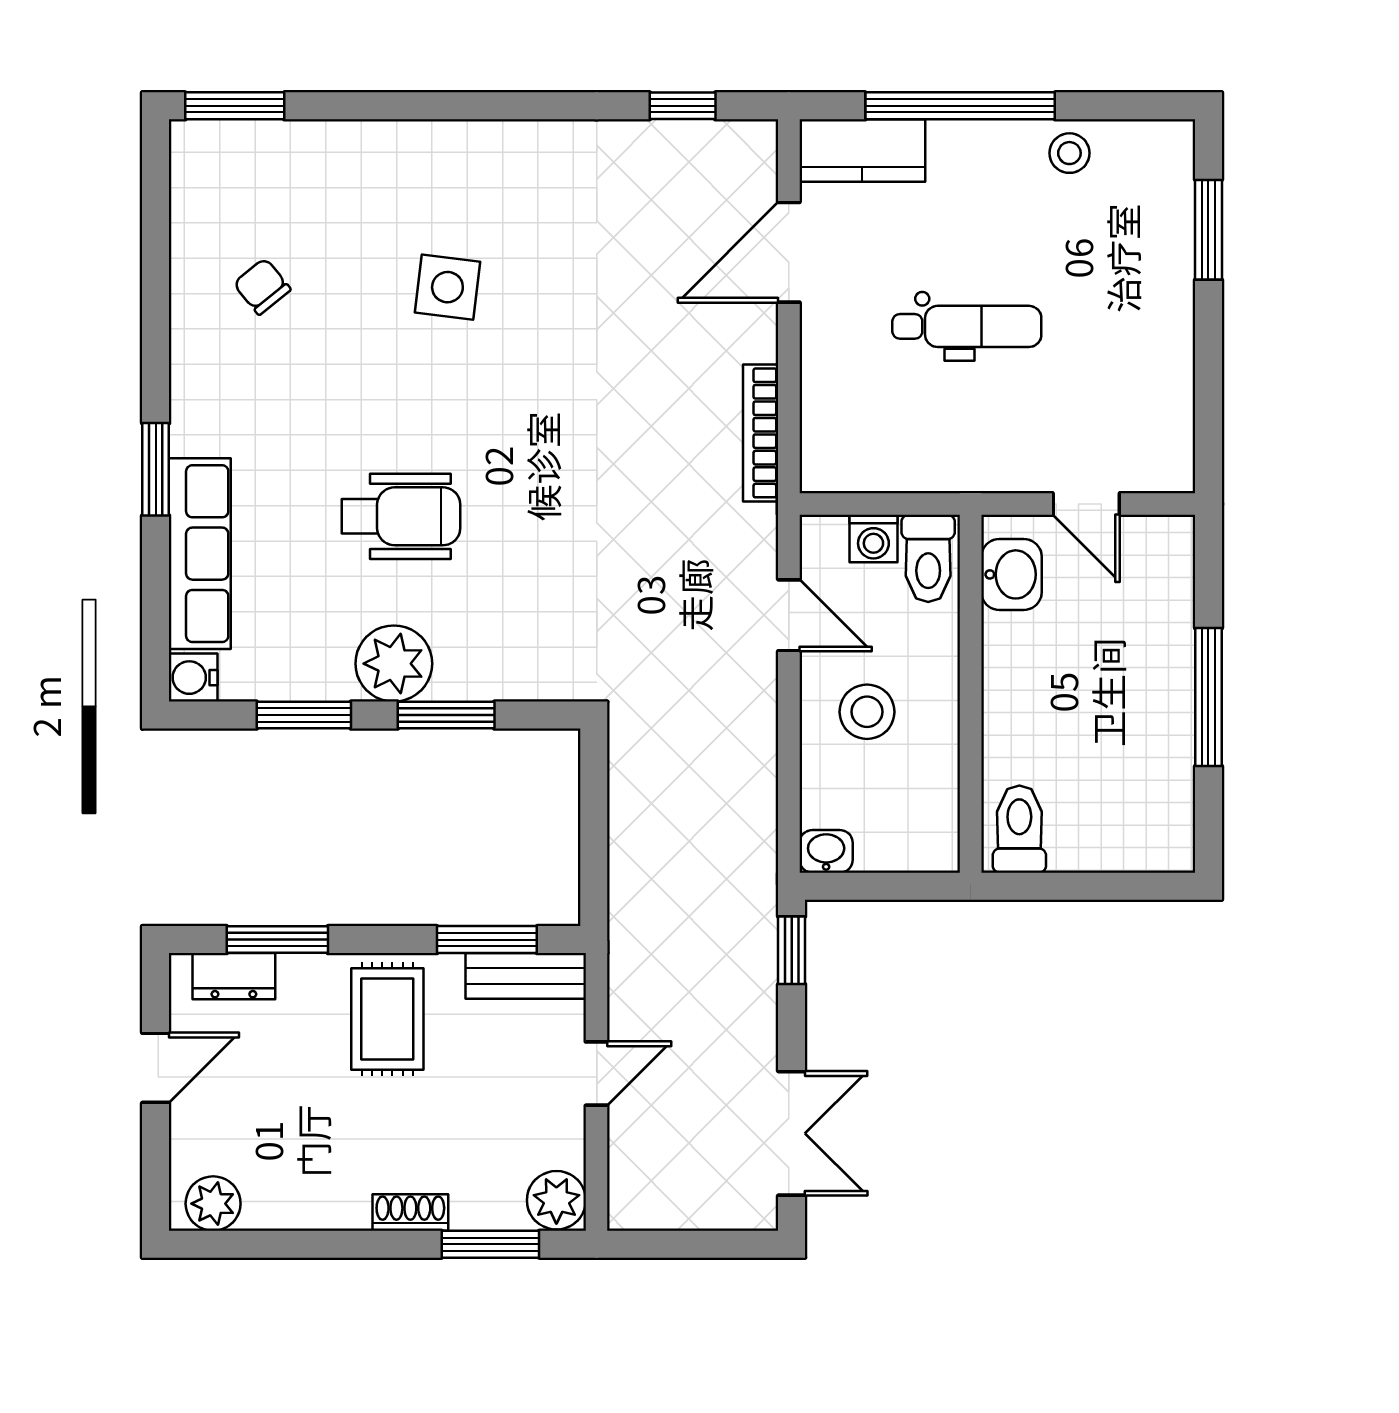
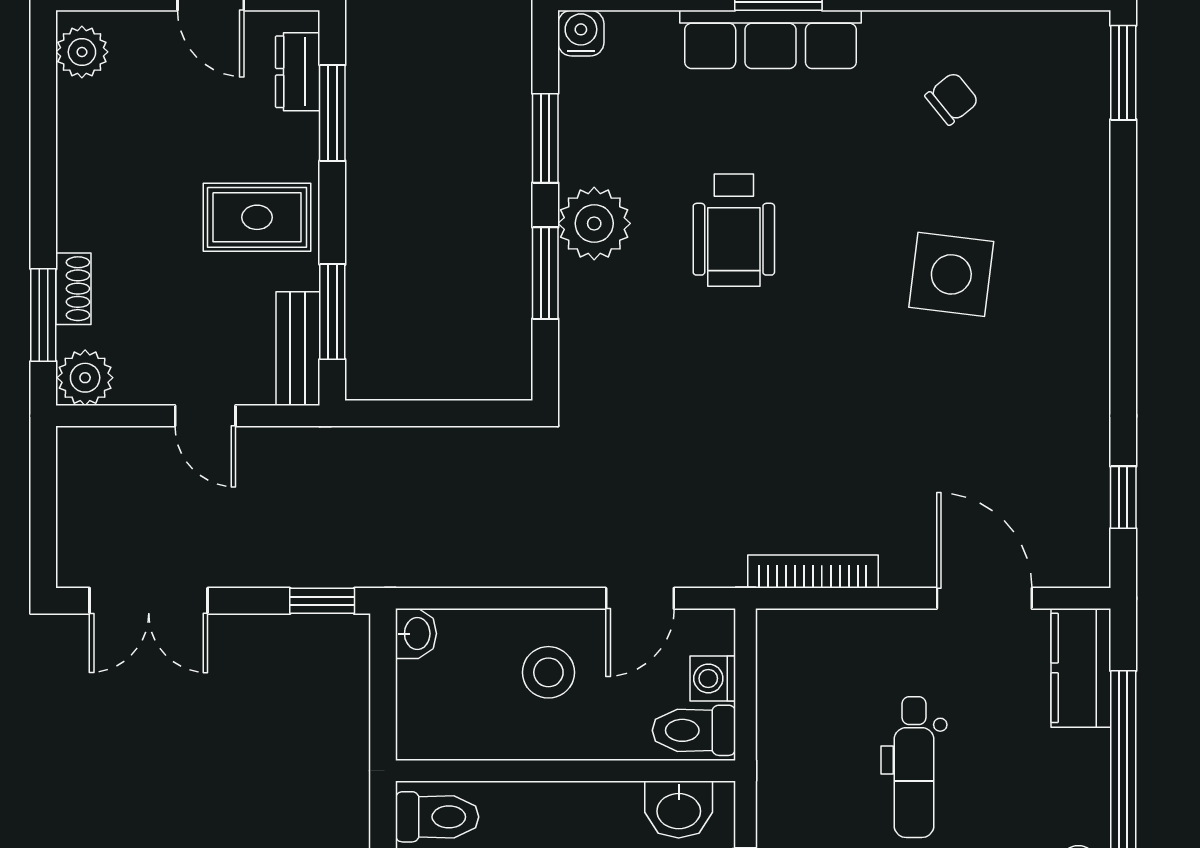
side table: (447, 287) -> (951, 274), width x1.37, depth x1.37
row of seats: (200, 554) -> (771, 39), moved
shoe rack: (410, 1213) -> (73, 289), moved

